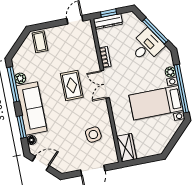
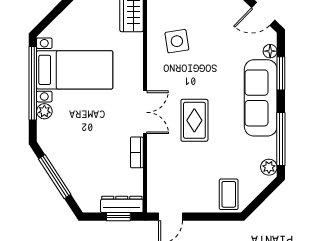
desk: (147, 46) -> (72, 157), removed
plant: (20, 78) -> (269, 167), moved

